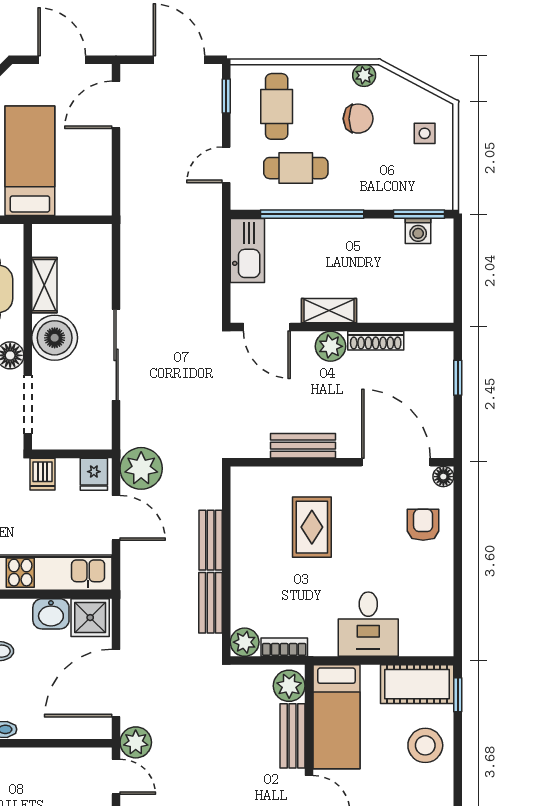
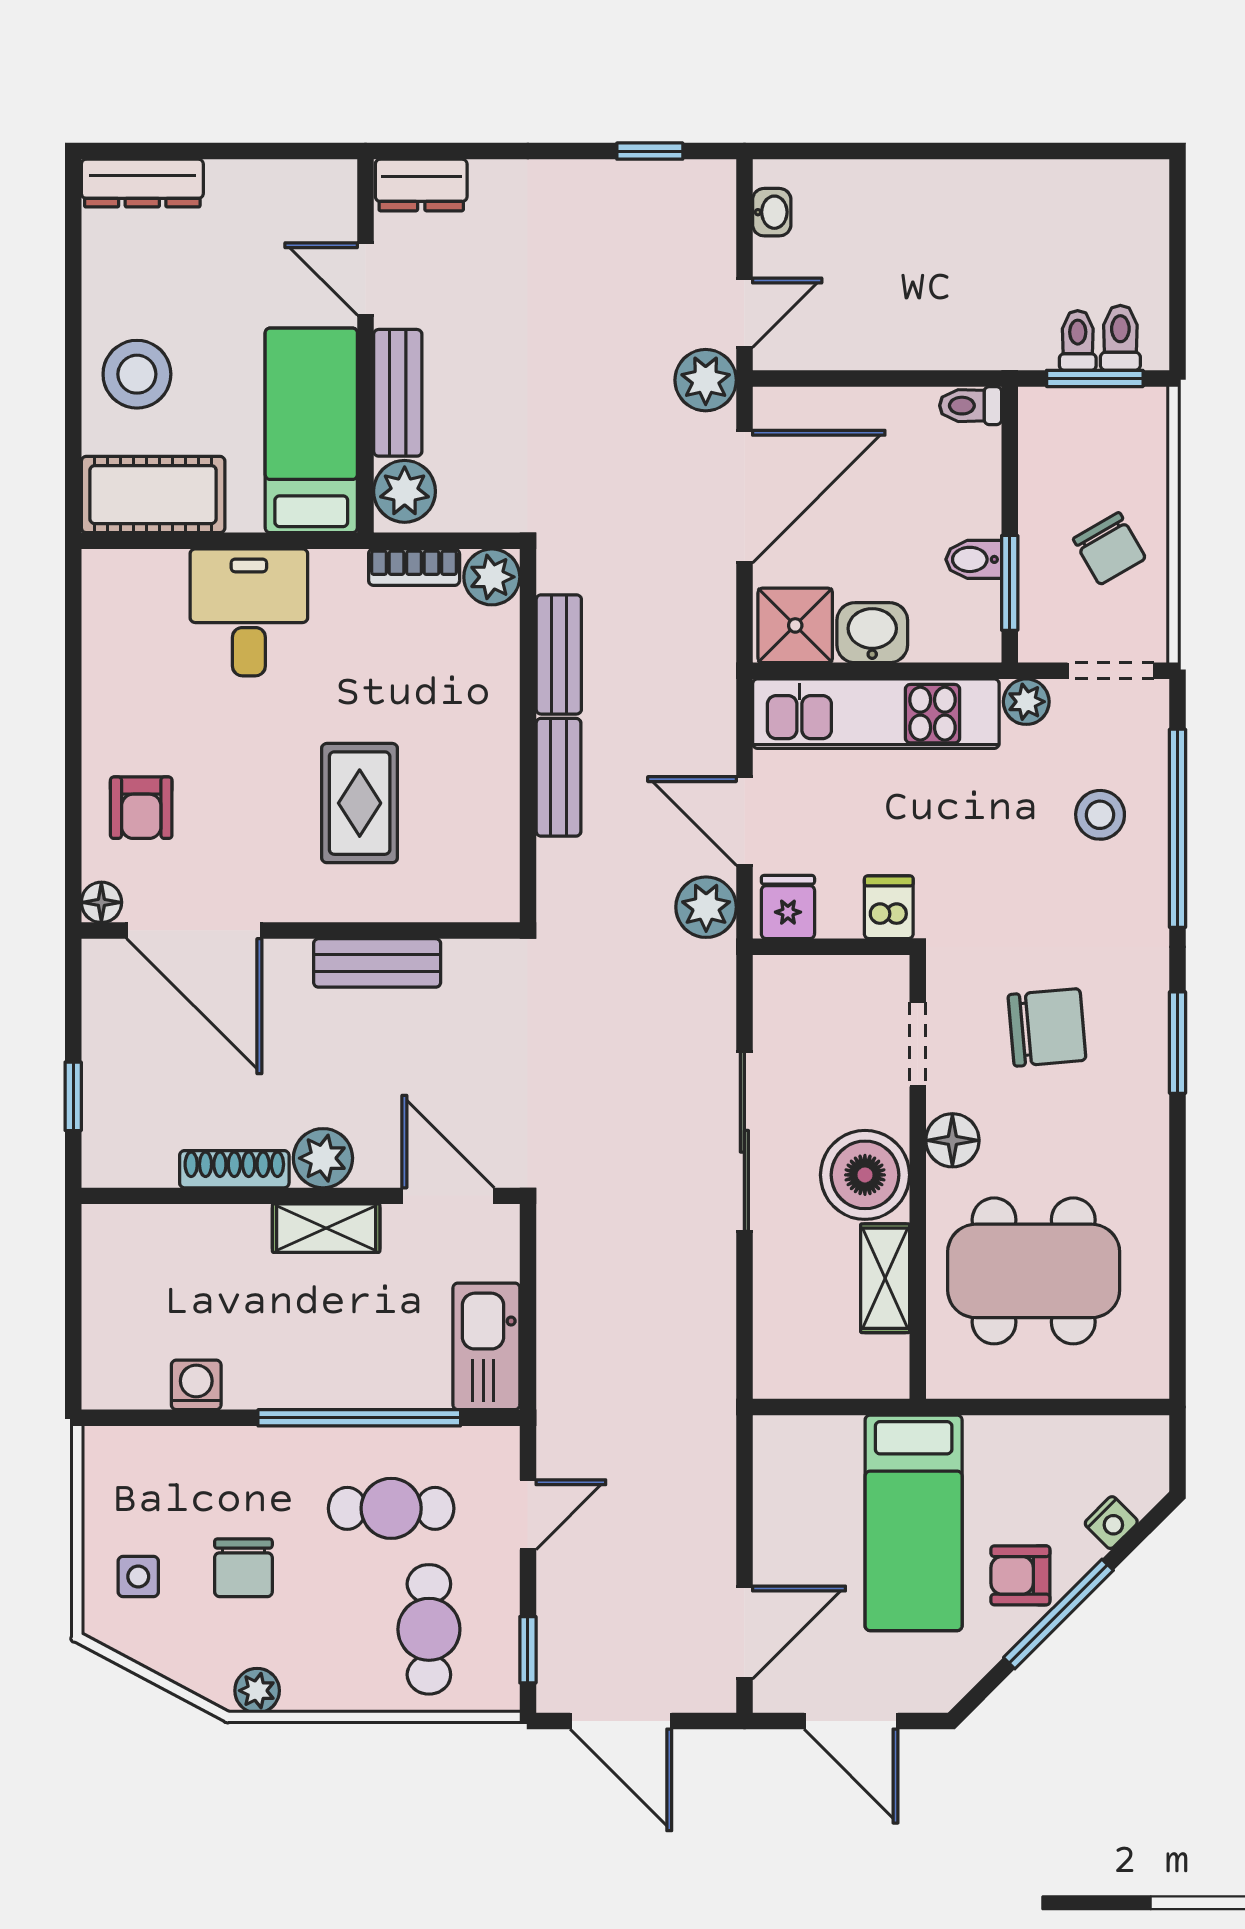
chair: (358, 119) -> (243, 1568), moved, turned -90
window: (419, 214) -> (149, 1418), removed
washing machine: (418, 231) -> (196, 1385), moved
doorway: (28, 404) -> (918, 1044), width x0.73
plant: (141, 468) -> (706, 907), width x0.73, depth x0.73
window: (458, 695) -> (73, 473), removed
door: (116, 777) -> (744, 313), swing flipped

